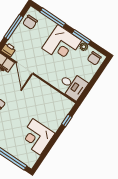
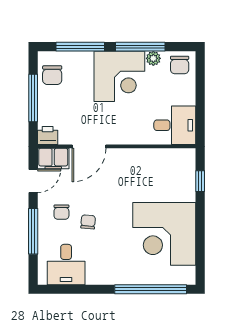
window: (81, 37) -> (140, 47), width x1.44
door: (25, 68) -> (89, 146), hinge flipped
corner desk: (37, 137) -> (164, 234), width x1.36, depth x1.36

